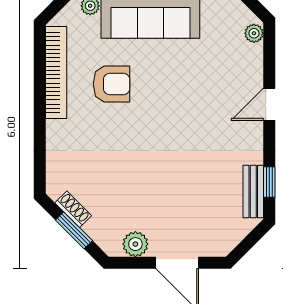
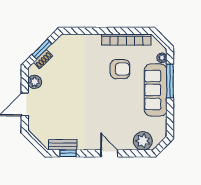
plant: (254, 33) -> (143, 141), width x1.87, depth x1.87
armchair: (112, 84) -> (120, 69), turned -90
shoe rack: (73, 209) -> (43, 59), moved

